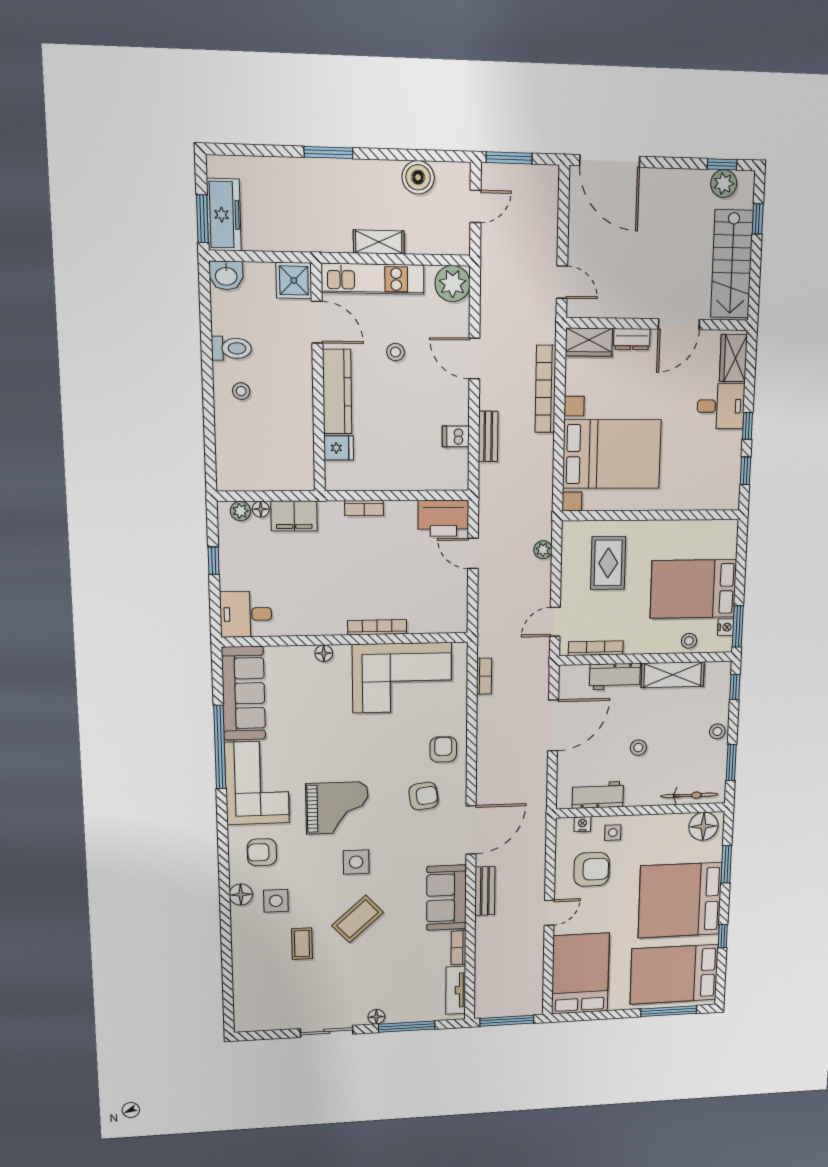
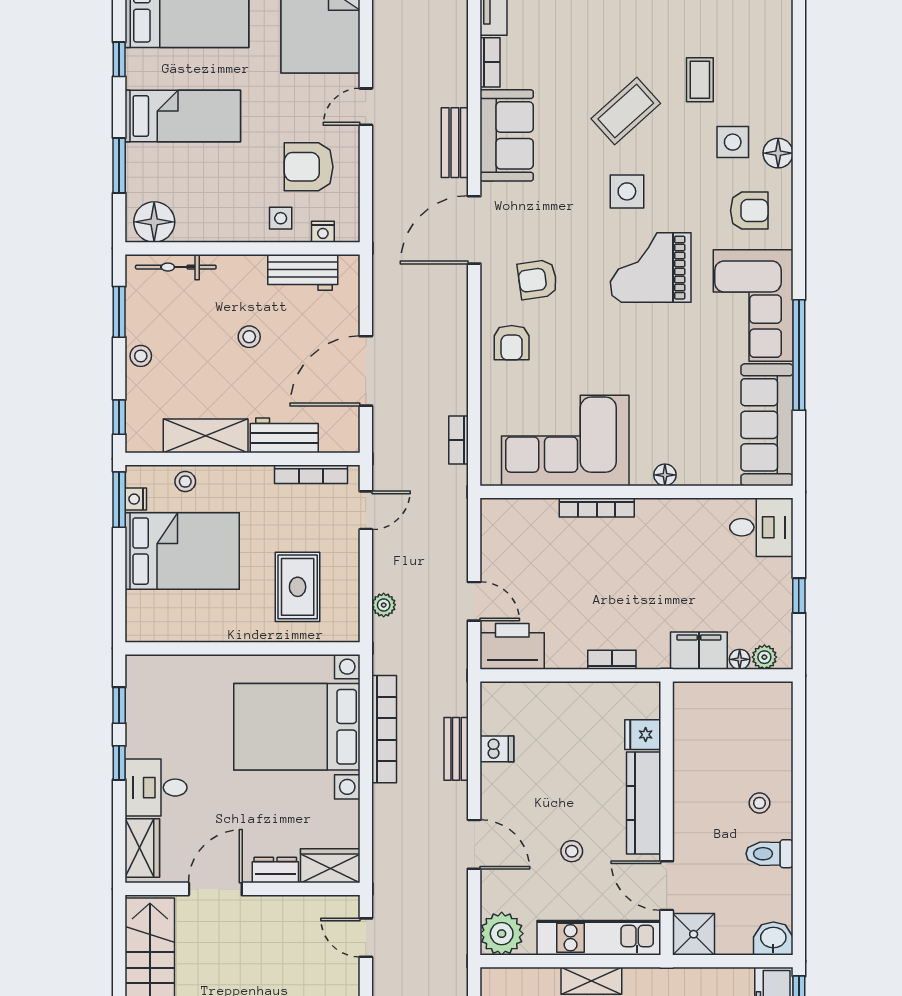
bookcase: (545, 389) -> (384, 729), moved
bed: (680, 900) -> (183, 116), width x0.49

